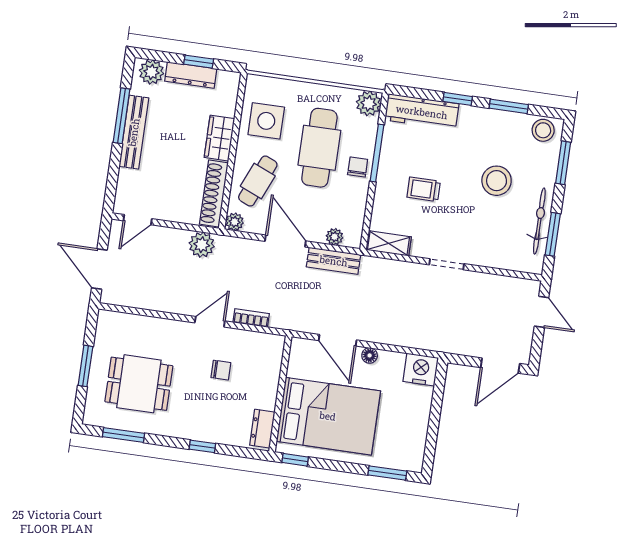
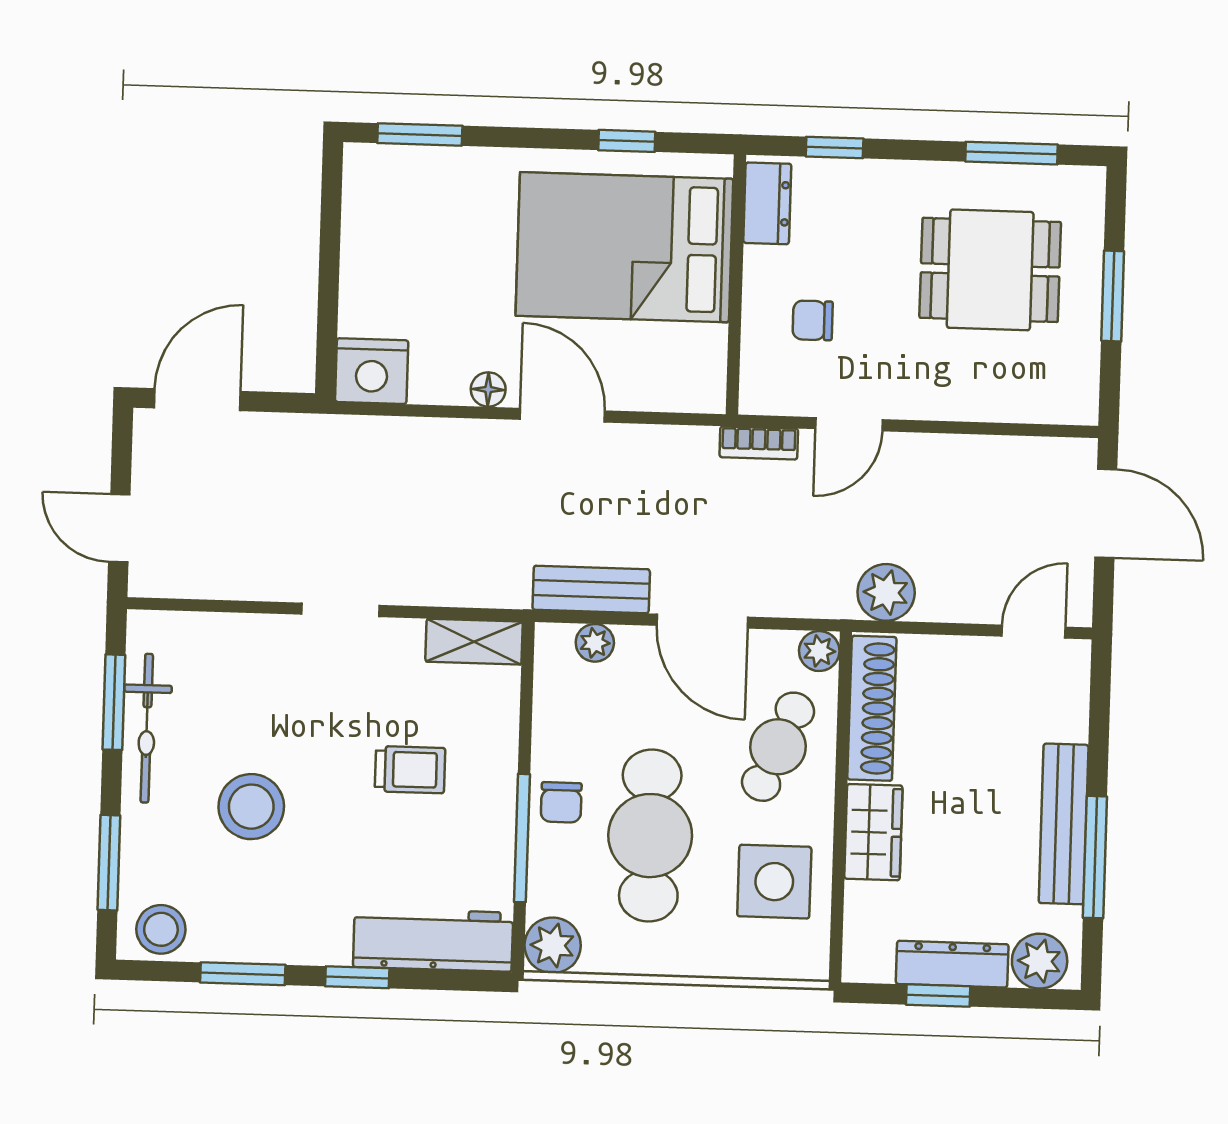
wall: (280, 394) -> (736, 285), moved
bed: (328, 416) -> (624, 247), moved
dresser: (262, 429) -> (767, 203), moved

